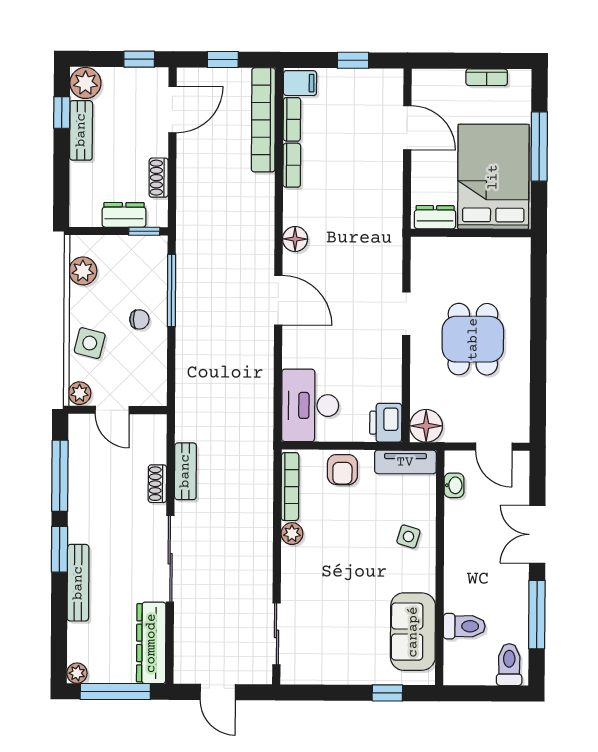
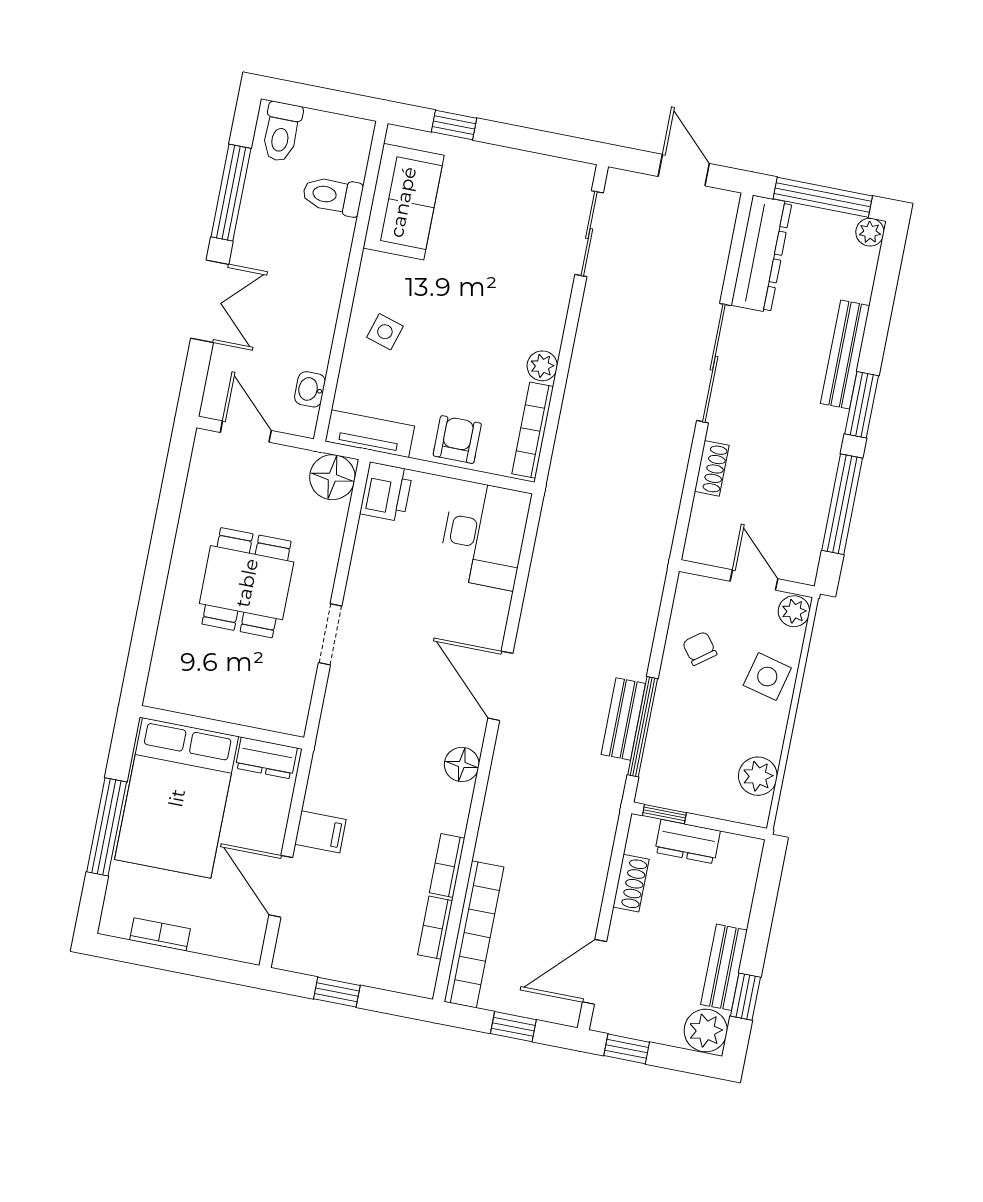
filing cabinet: (300, 83) -> (320, 832), moved, turned 180
chair: (139, 319) -> (700, 648), moved, turned 53
bench: (185, 471) -> (623, 719), moved

